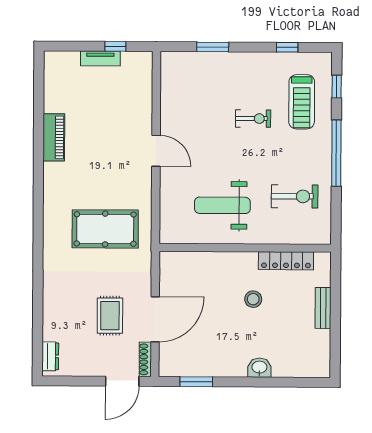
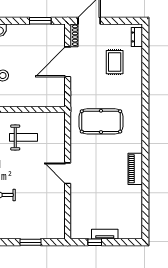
piano: (54, 137) -> (135, 169), moved
weight bench: (222, 205) -> (24, 137), width x0.73, depth x0.75
rug: (110, 316) -> (115, 62), moved

